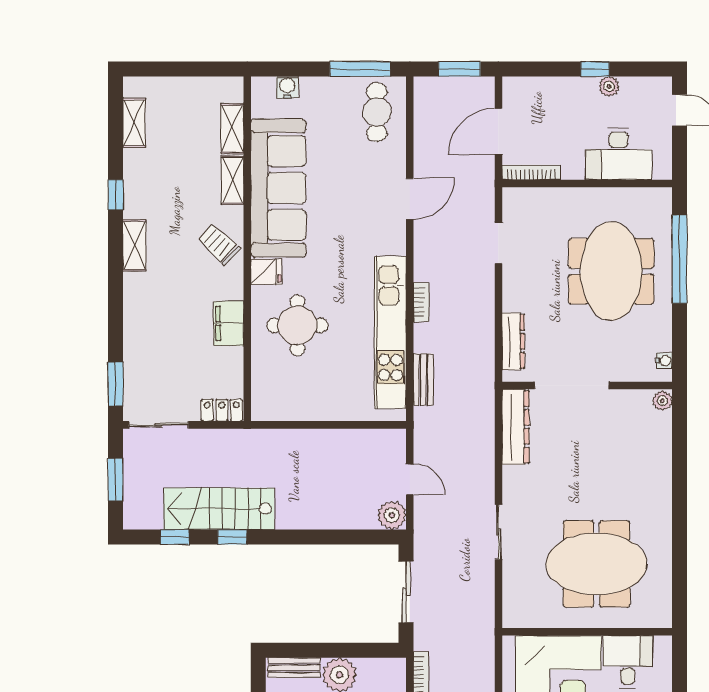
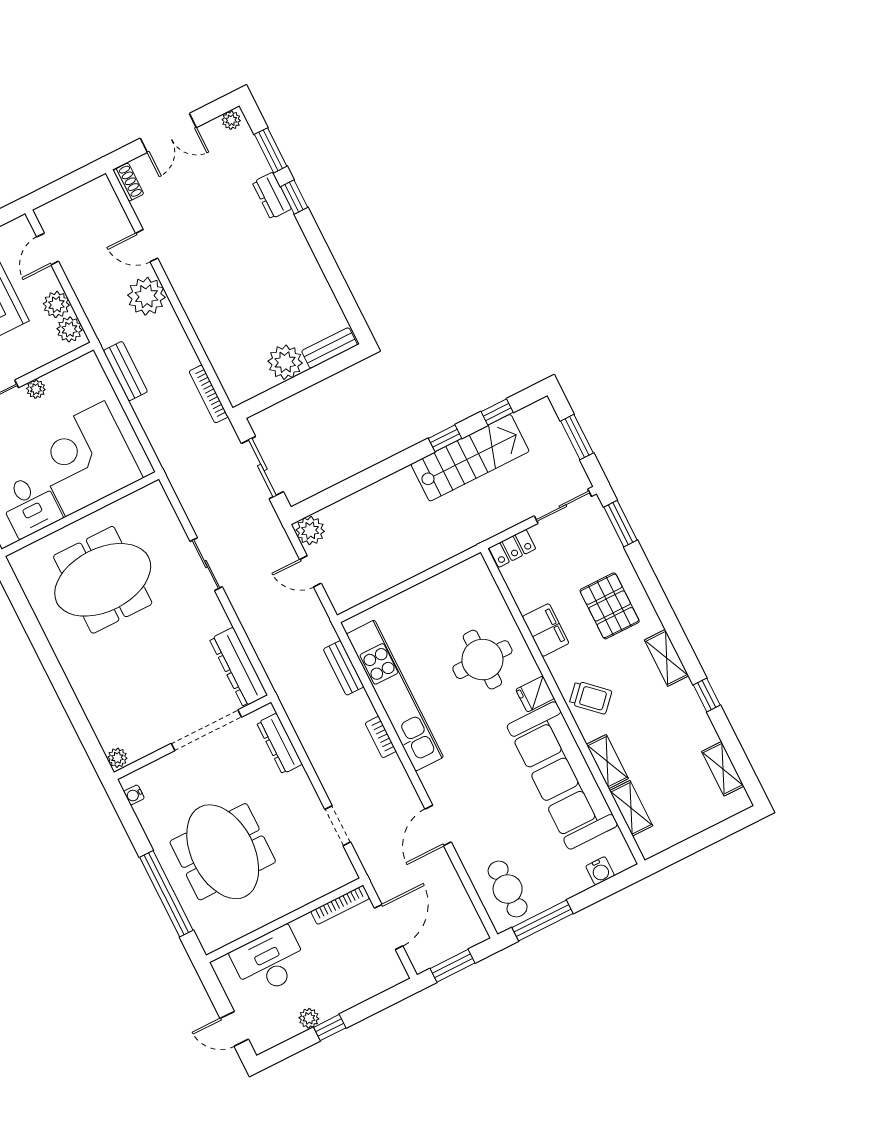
pallet: (162, 316) -> (610, 606), added

